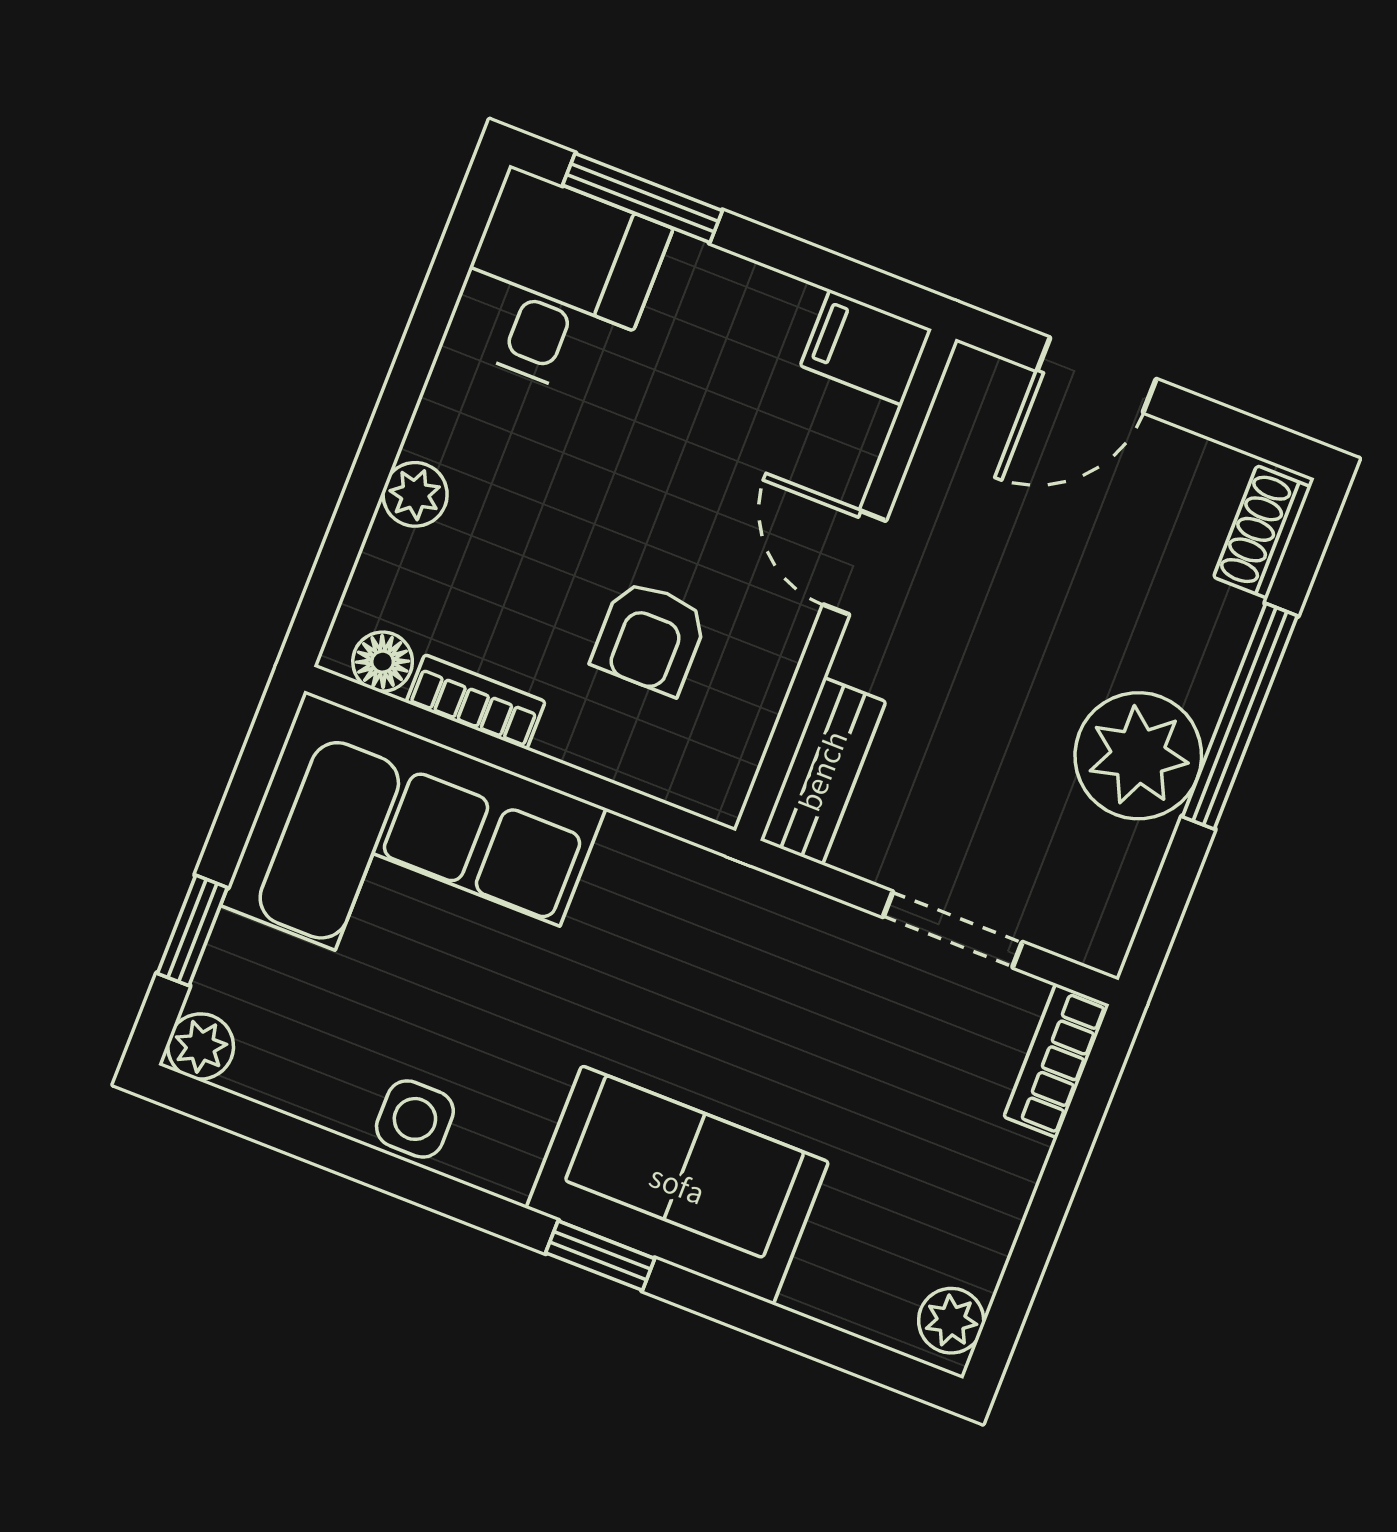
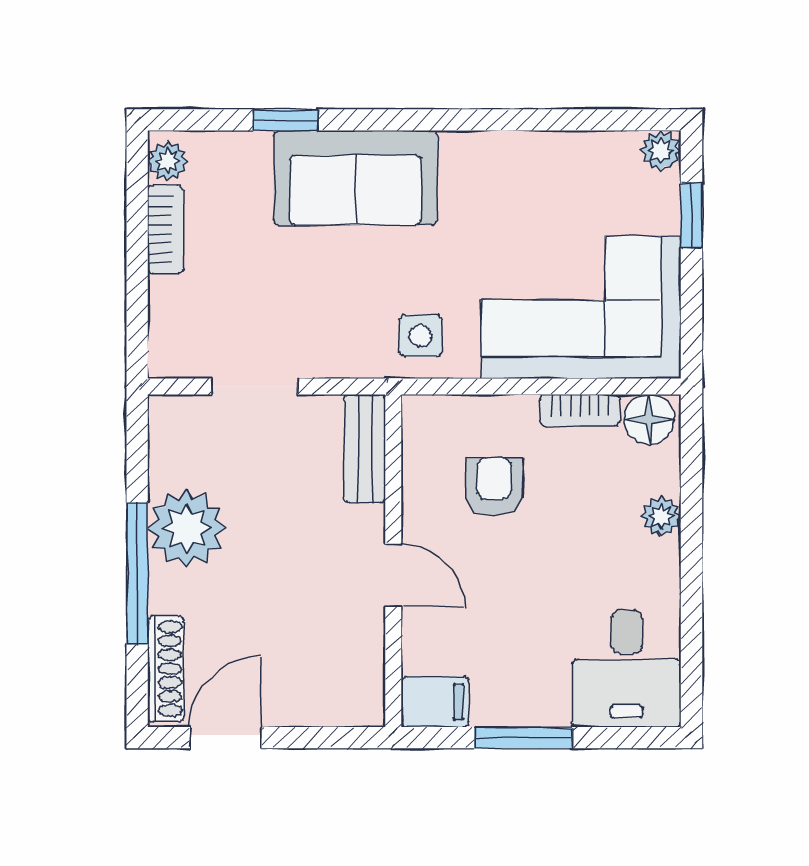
window: (643, 198) -> (523, 738), moved
door: (1097, 375) -> (226, 738), moved
shoe rack: (1262, 532) -> (166, 669), width x1.43
floor lamp: (383, 662) -> (649, 420), width x1.37, depth x1.37
bookcase: (1056, 1061) -> (165, 230), moved
side table: (415, 1119) -> (421, 336), moved
window: (600, 1256) -> (285, 120), moved

